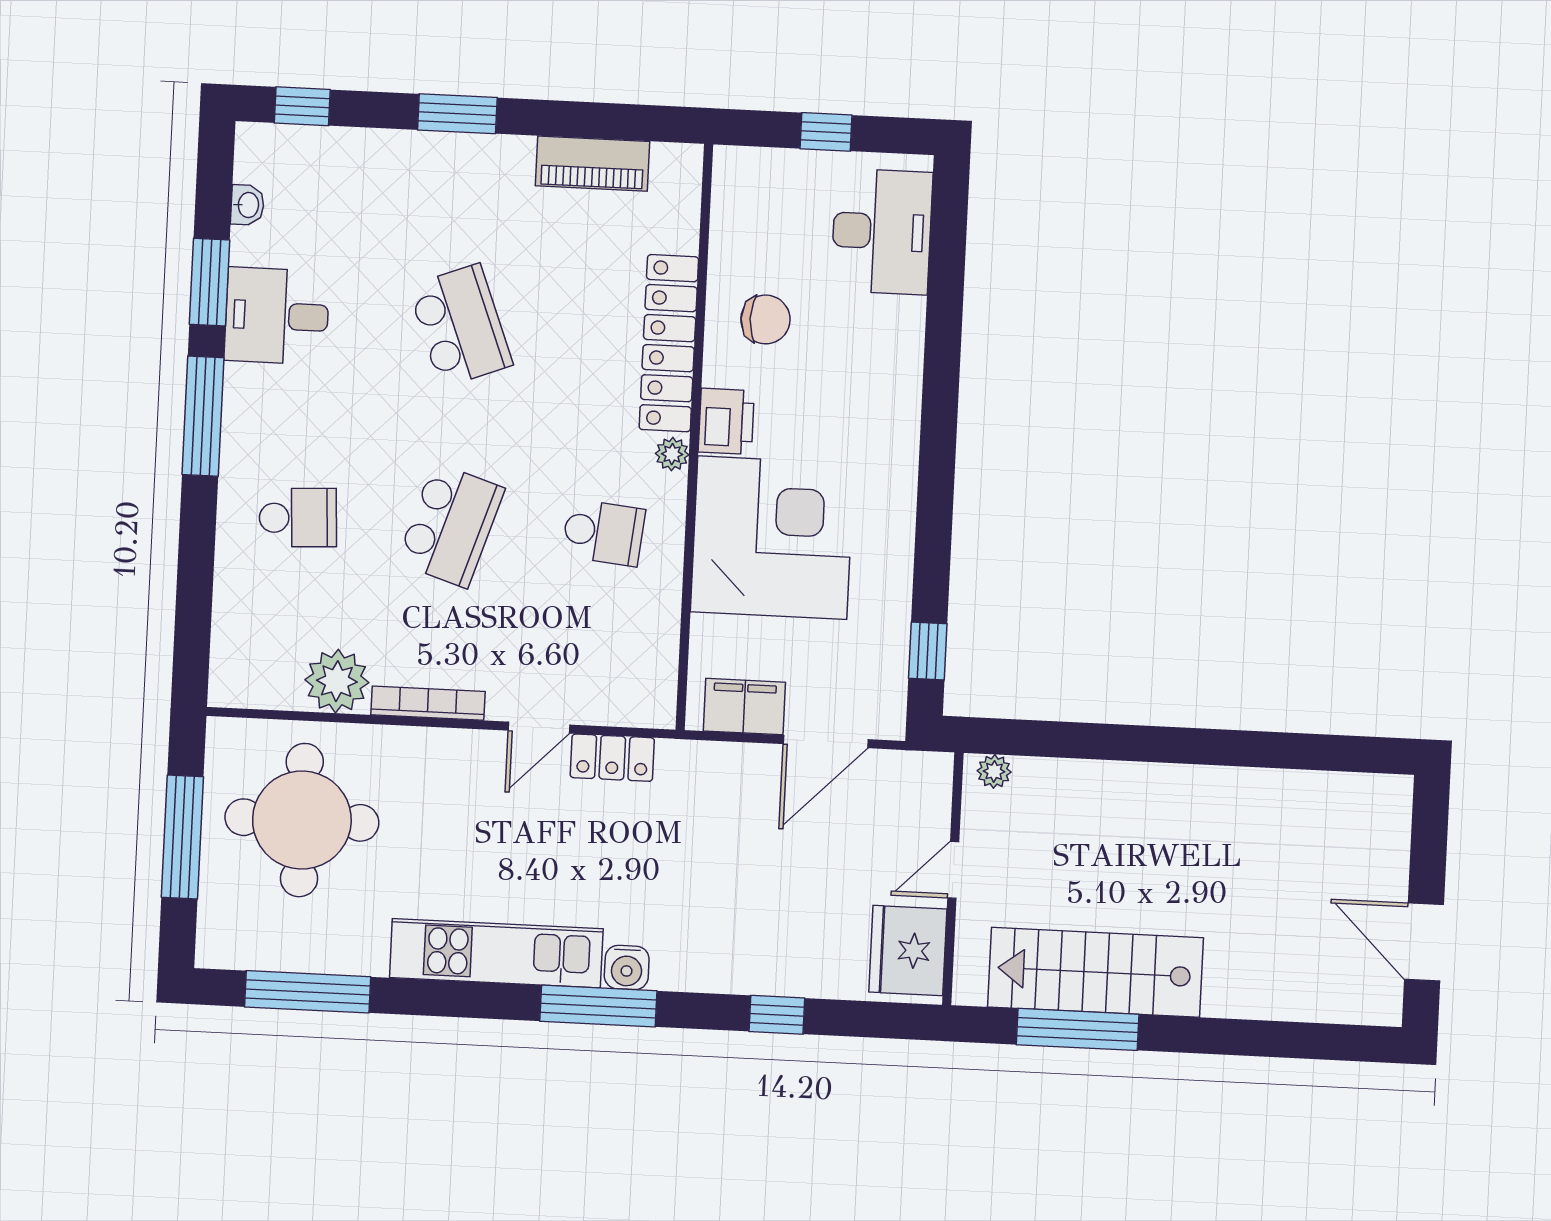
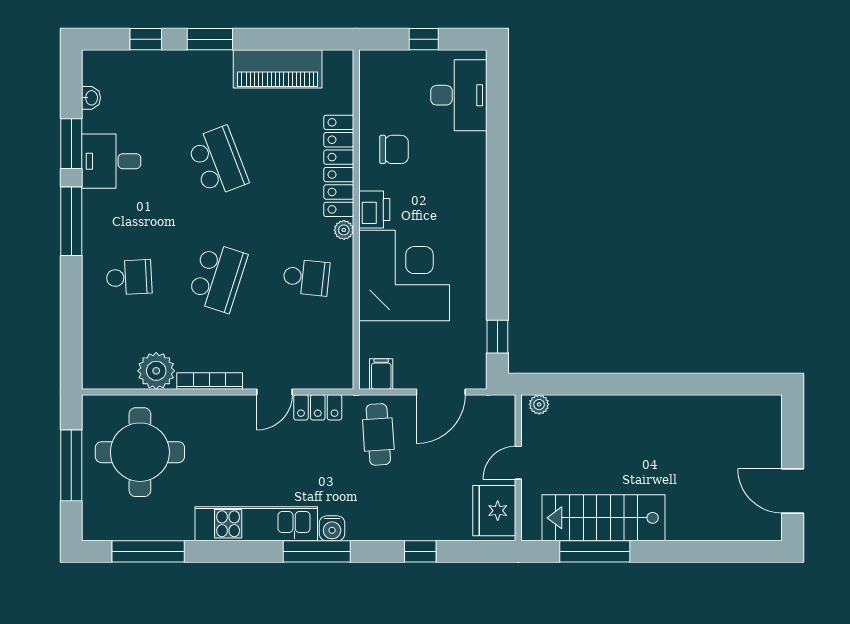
window: (302, 106) -> (146, 39), moved
piano: (592, 164) -> (278, 69), width x1.37, depth x1.33
filing cabinet: (744, 707) -> (381, 374), width x0.50
cafe table: (714, 810) -> (378, 434), added

